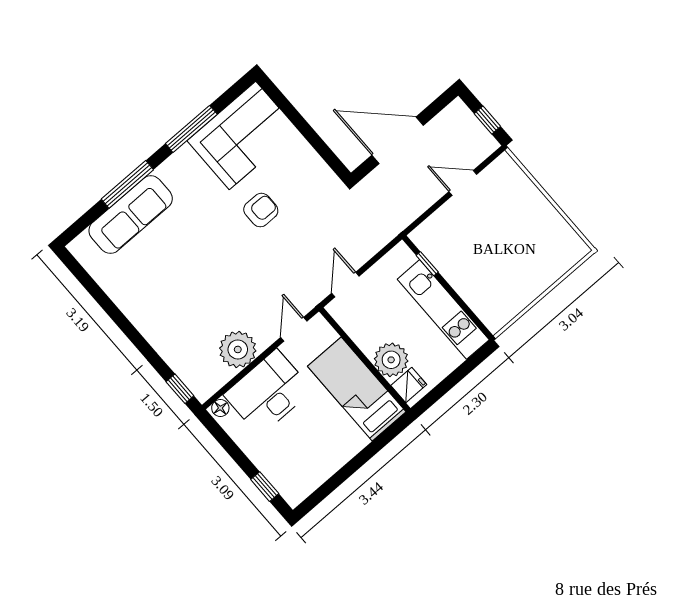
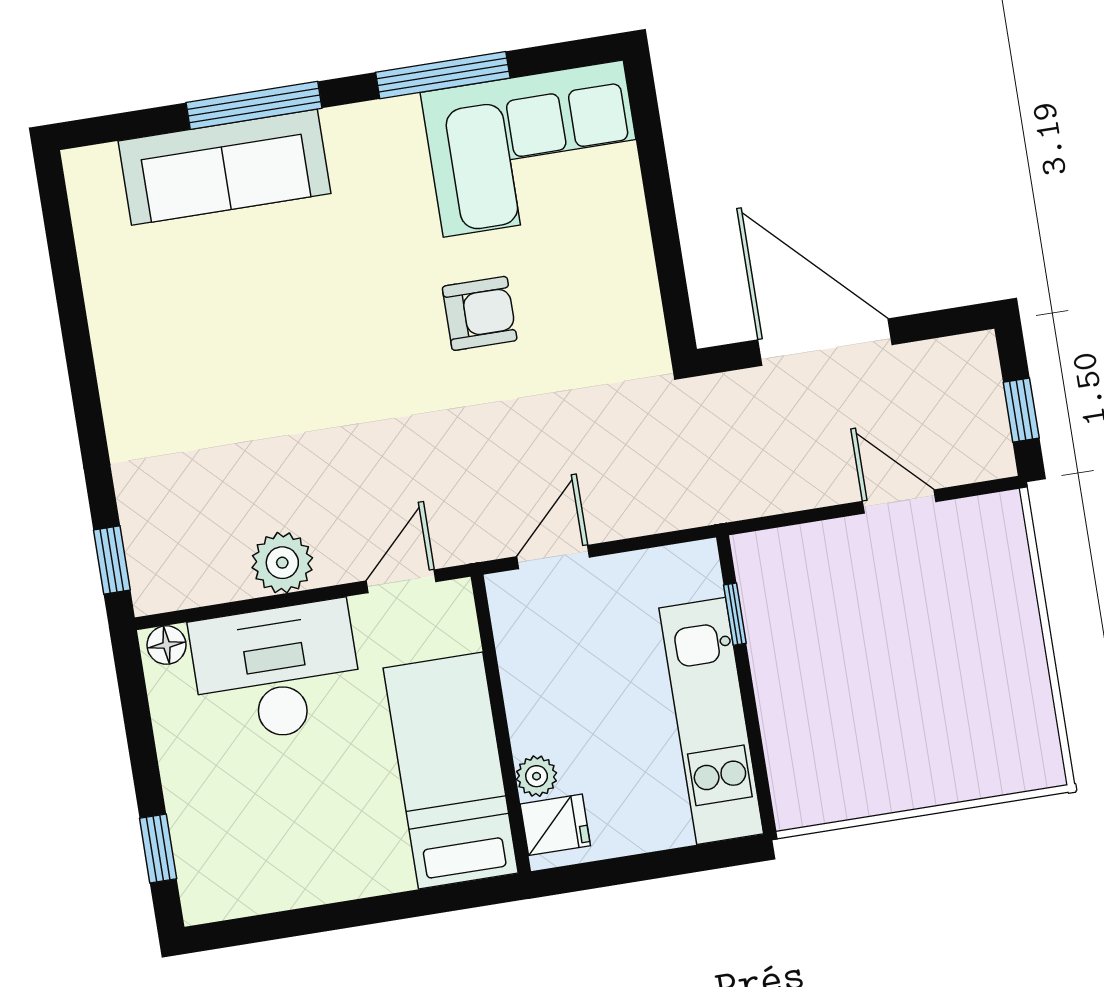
plant: (238, 349) -> (282, 563), width x0.73, depth x0.73
plant: (391, 360) -> (537, 776), width x0.53, depth x0.53

